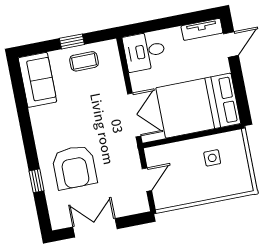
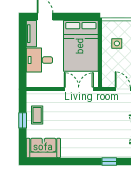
desk: (145, 51) -> (39, 60), moved, turned 90
armchair: (74, 167) -> (105, 135), removed

